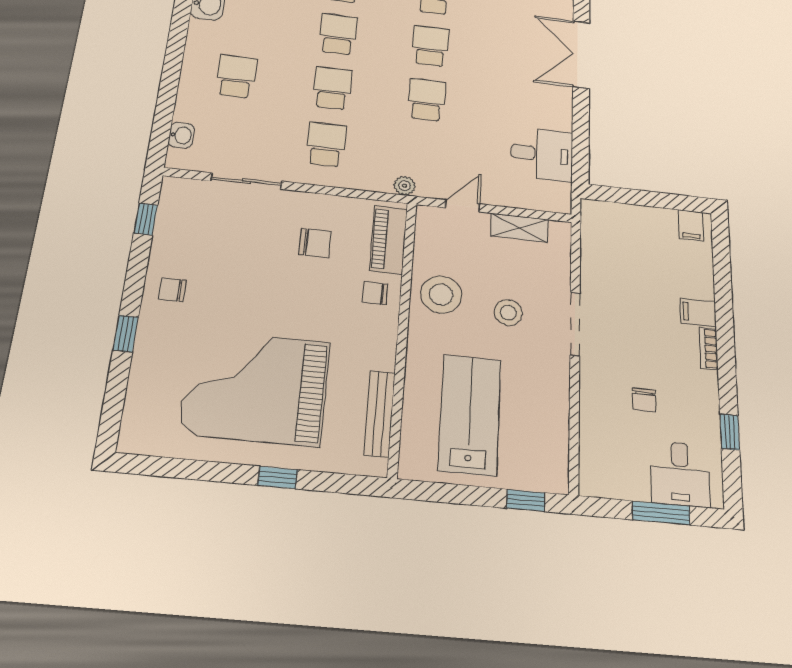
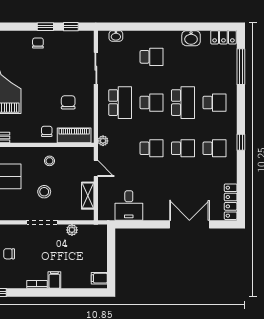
school desk: (338, 34) -> (183, 103), width x1.85
school desk: (326, 144) -> (120, 103), width x1.85
chair: (315, 243) -> (68, 102), turned 180
plant: (592, 266) -> (72, 230), added
stool: (441, 295) -> (50, 161), width x0.53, depth x0.53
window: (126, 334) -> (45, 27), moved

